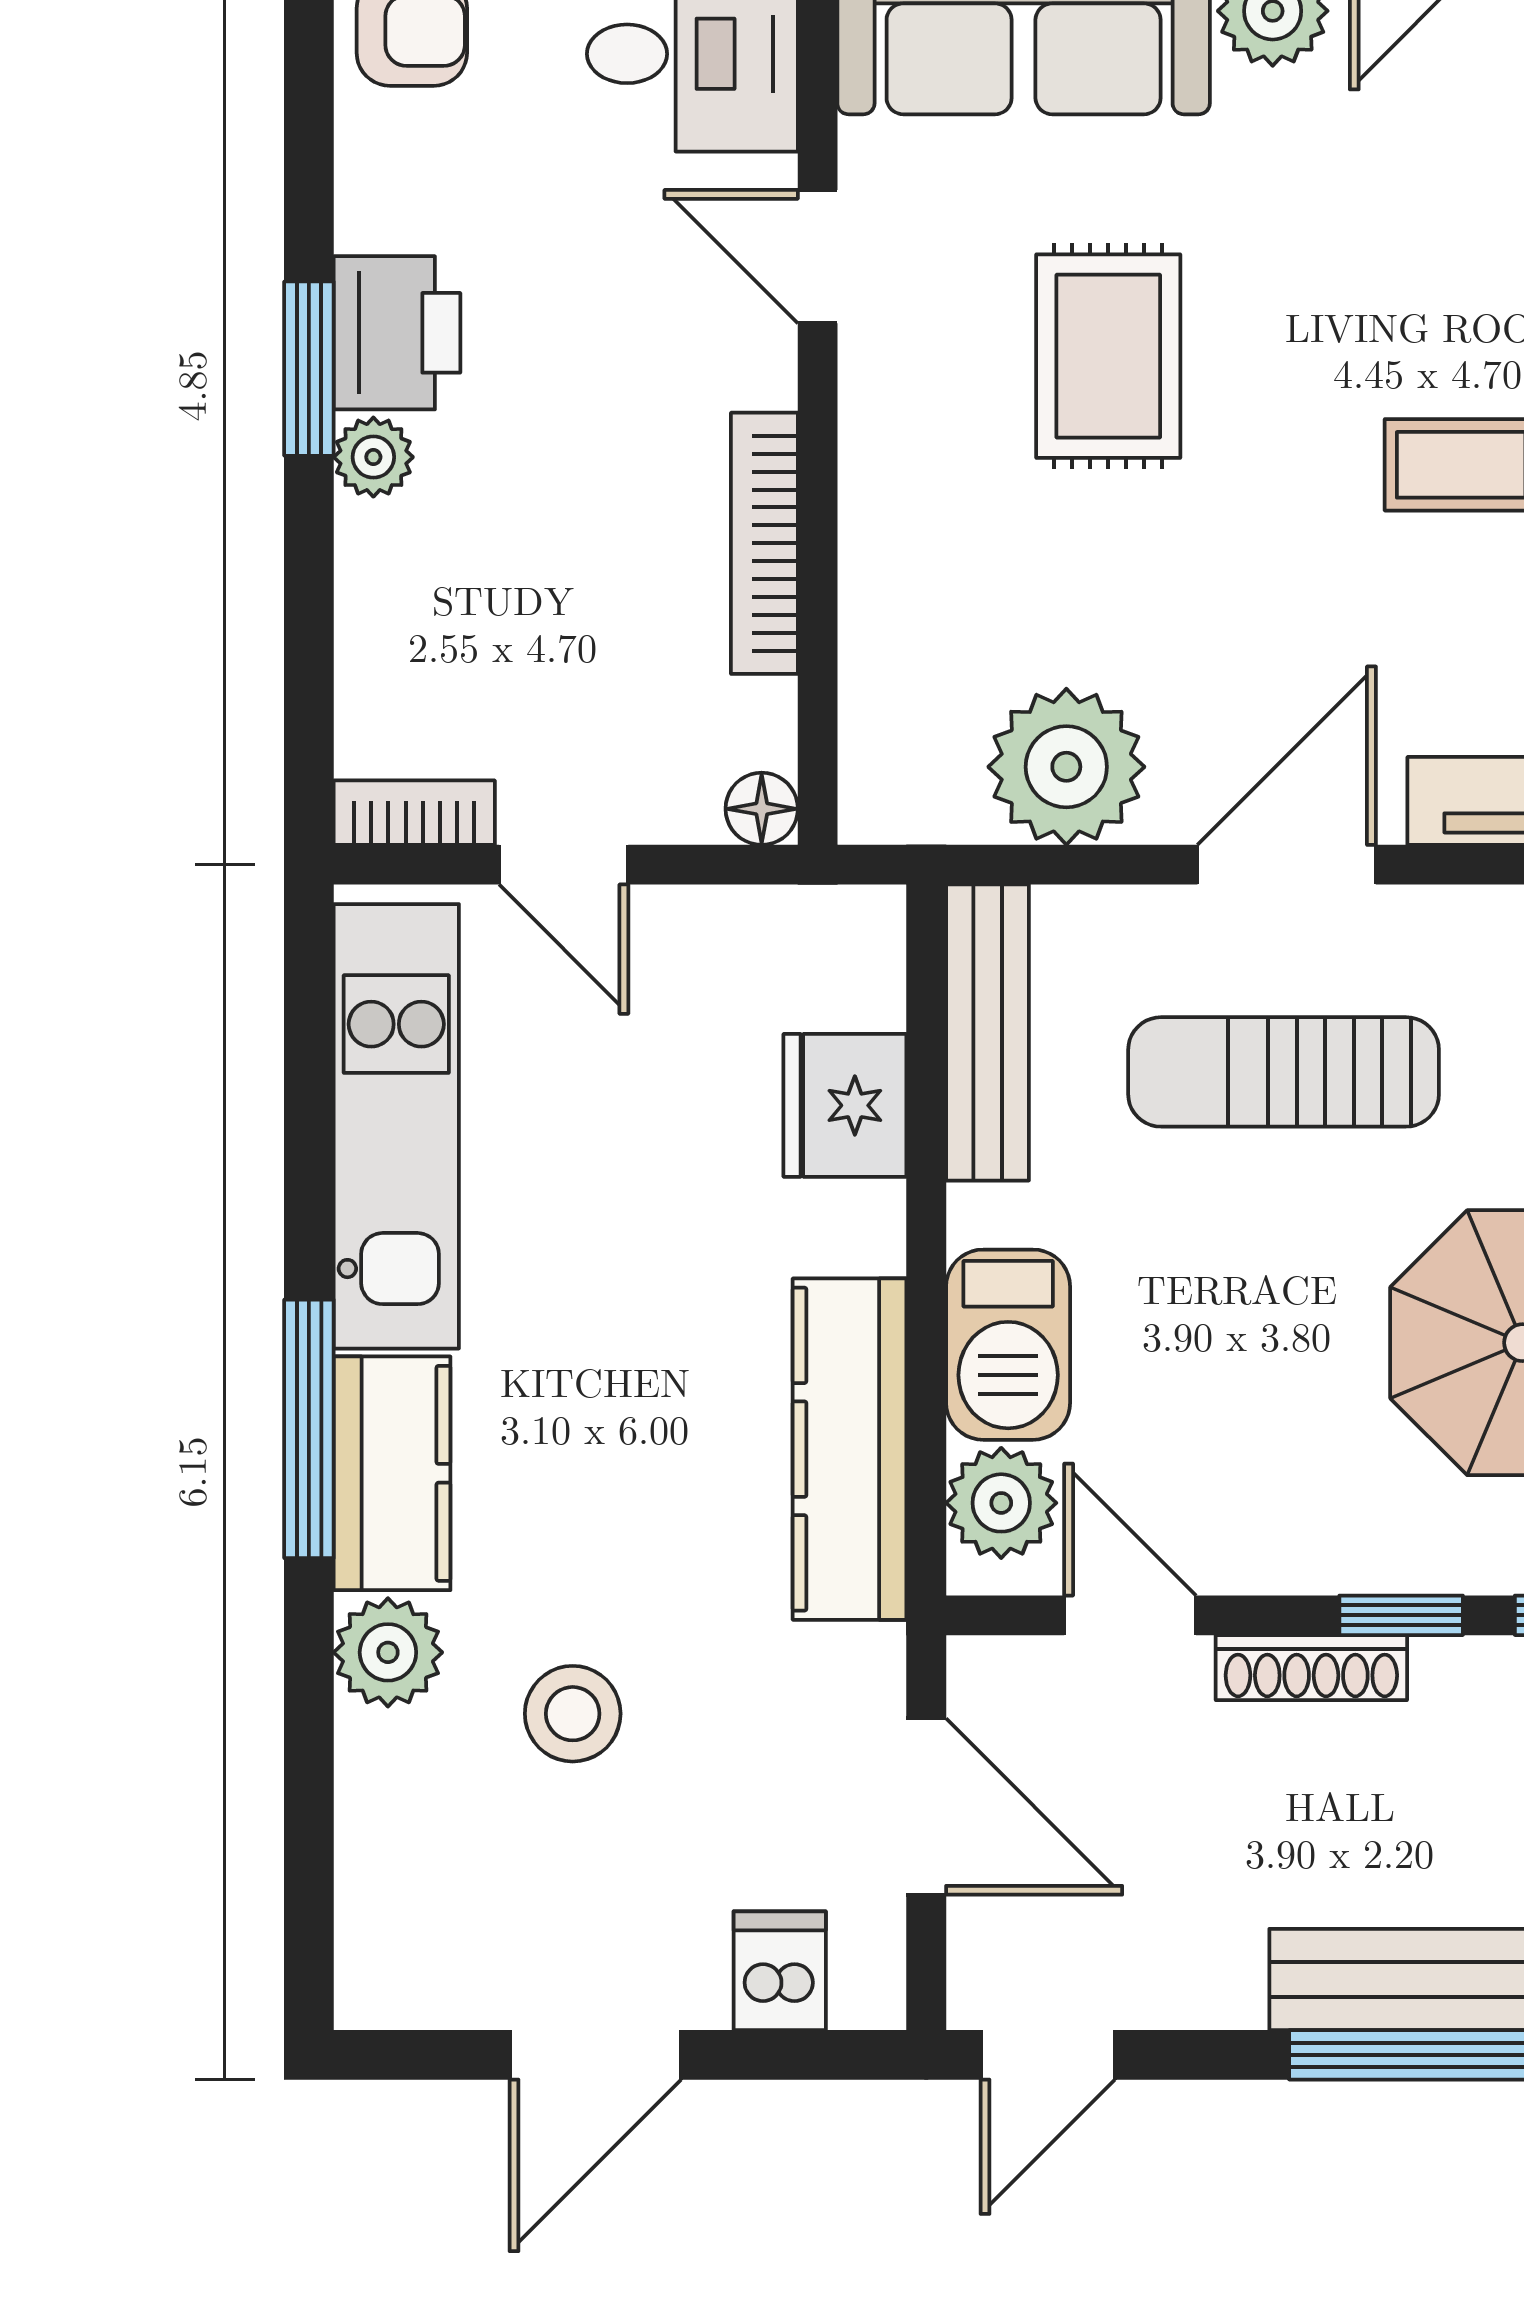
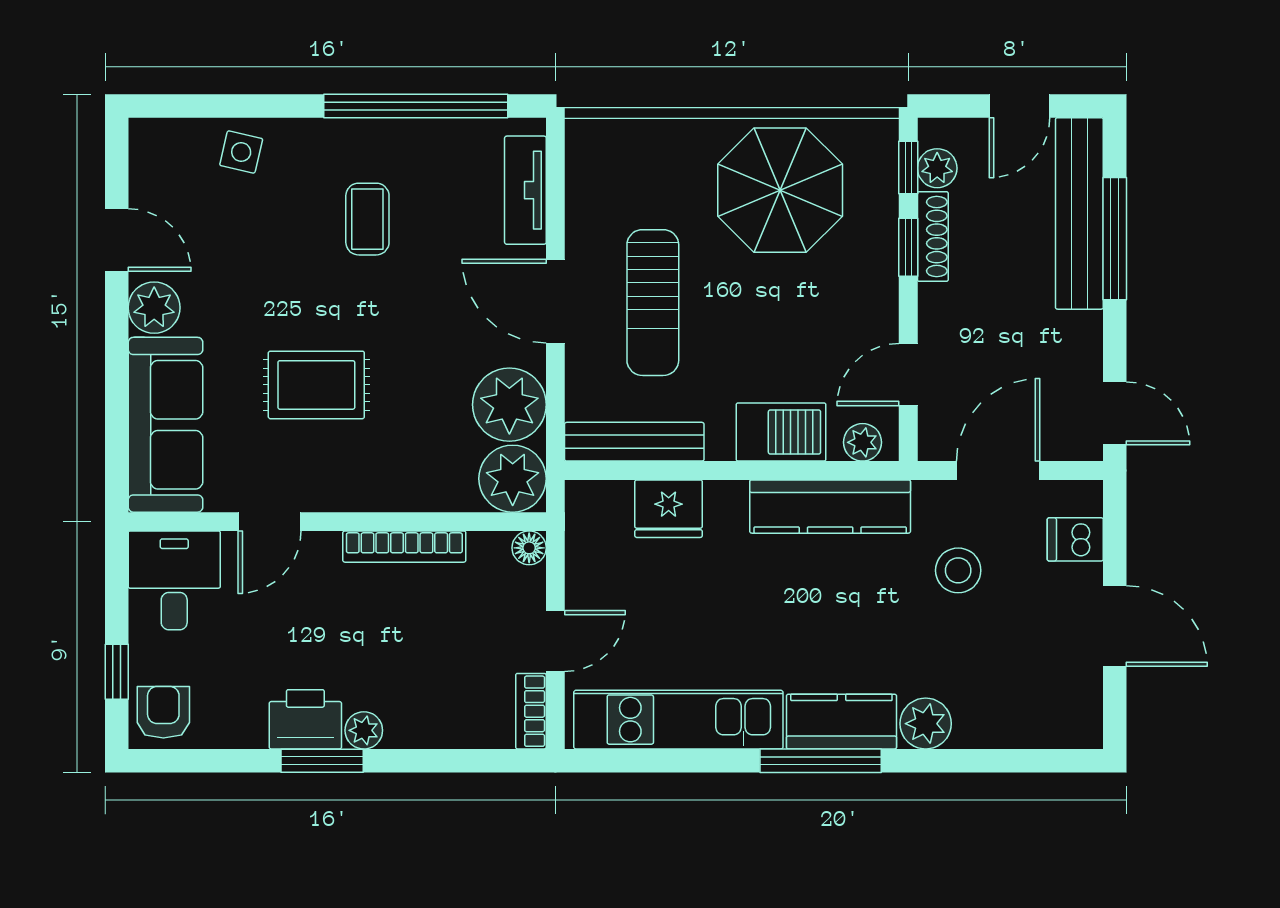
plant: (909, 773) -> (513, 479), added
plant: (1001, 1503) -> (862, 442), width x0.73, depth x0.73
shoe rack: (1311, 1668) -> (933, 237), moved
stool: (573, 1714) -> (958, 570), moved

